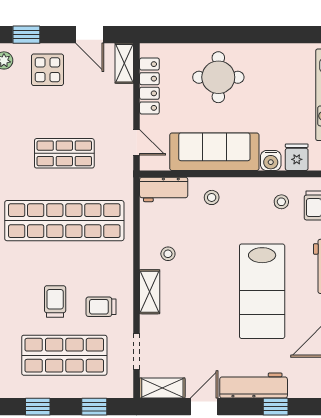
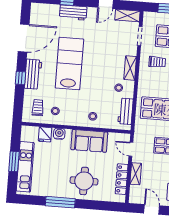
window: (259, 35) -> (60, 202), added
shelving: (124, 63) -> (136, 174), moved
sofa: (214, 152) -> (89, 141), width x0.73
workbench: (164, 189) -> (125, 111), moved, turned -90
workbench: (254, 385) -> (73, 13), width x0.73

